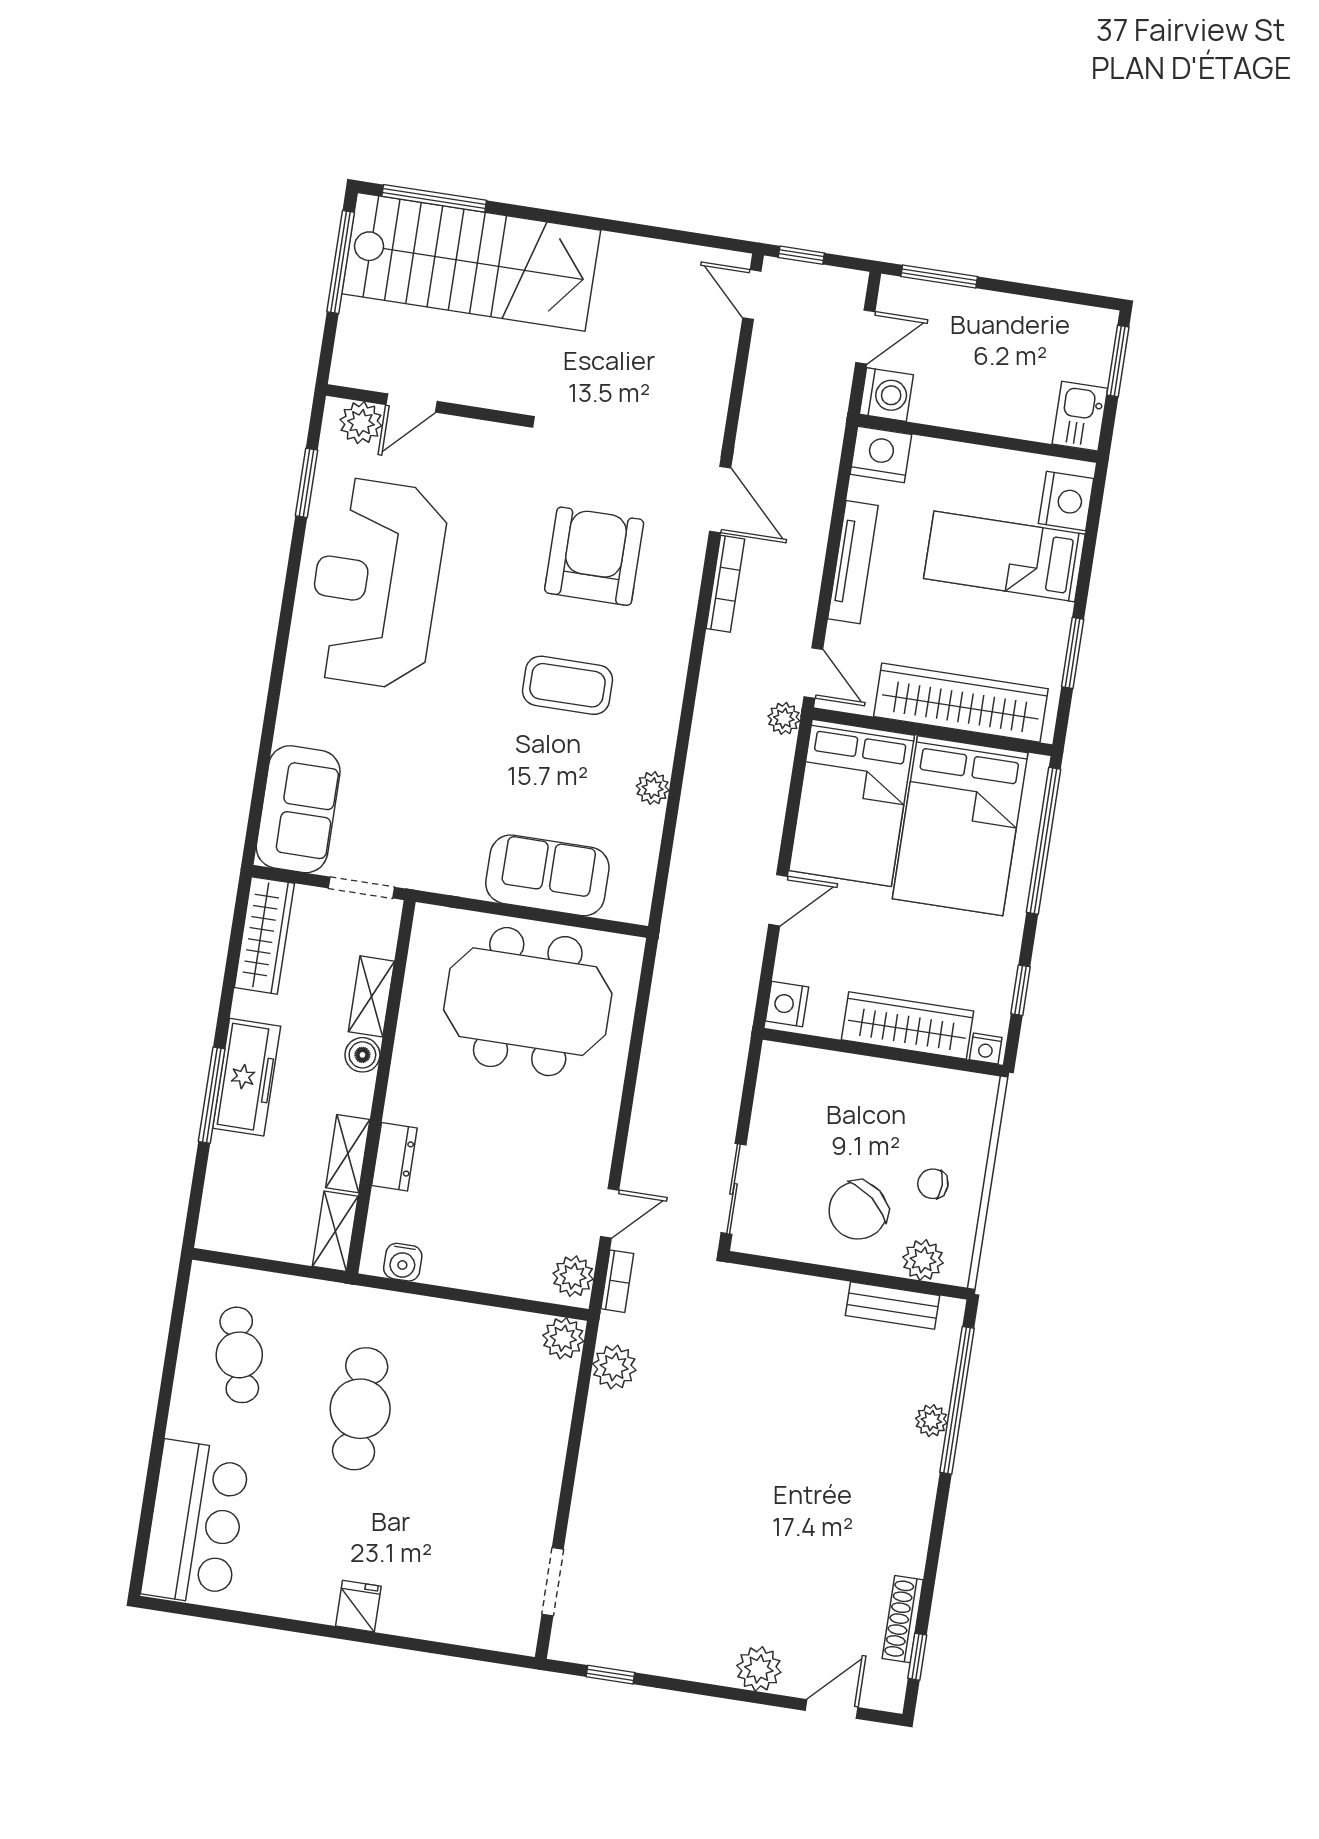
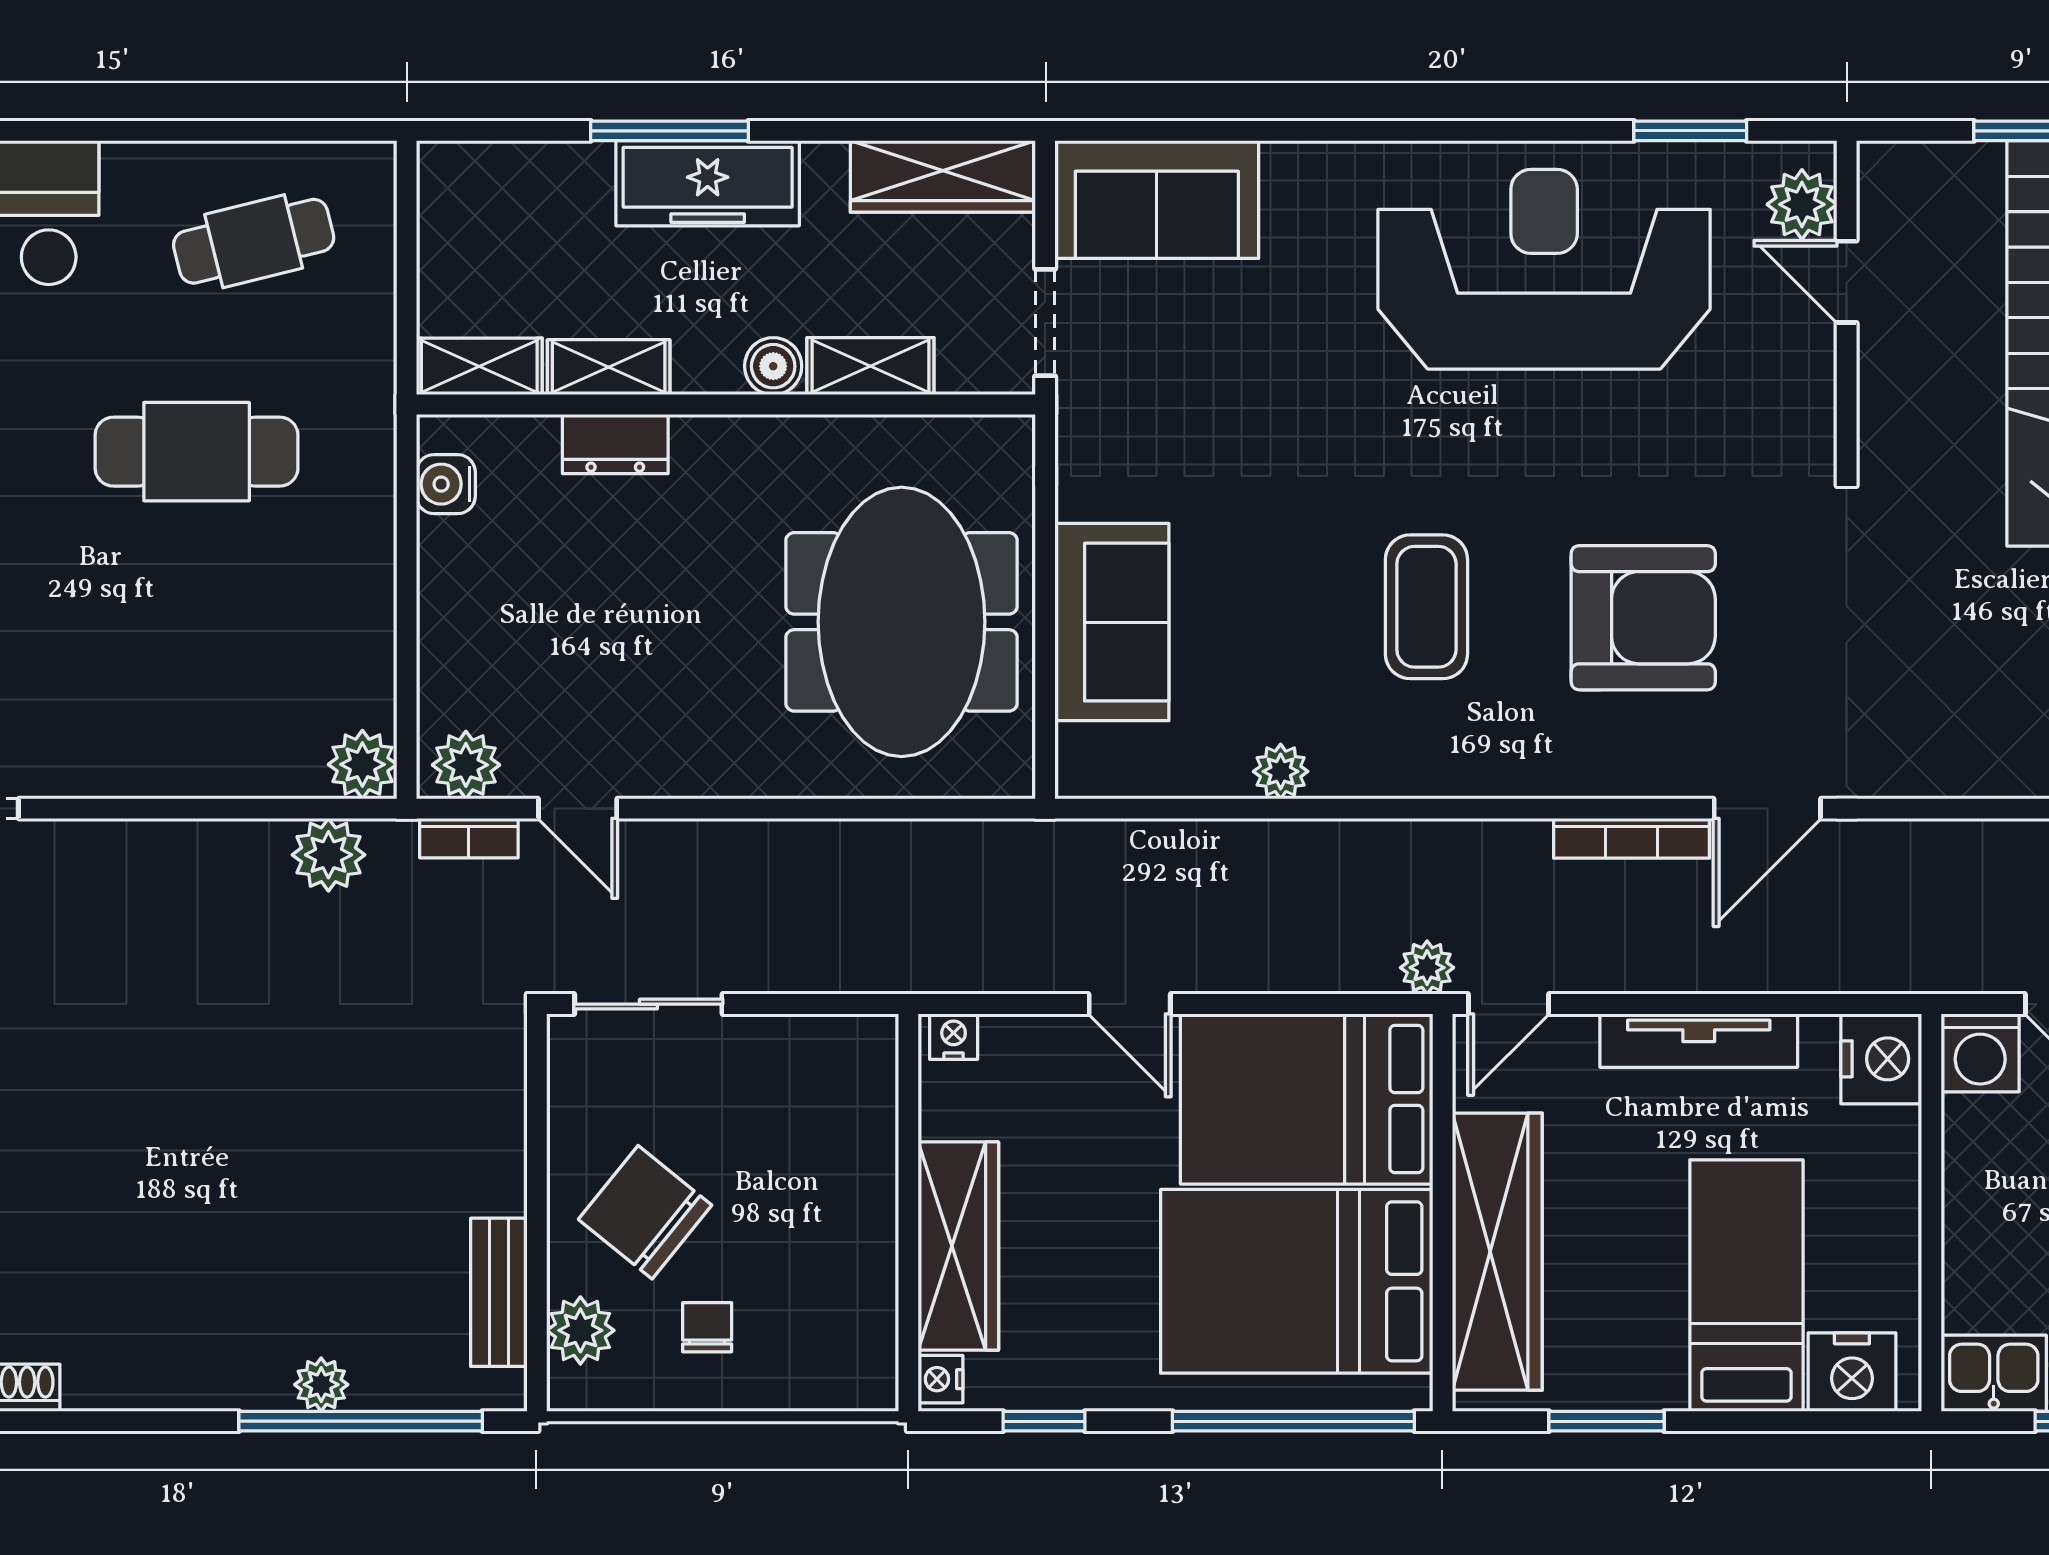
nightstand: (787, 1004) -> (954, 1037), width x0.72, depth x0.74

